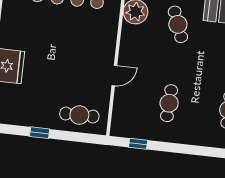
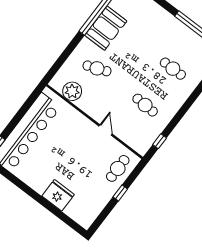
window: (40, 133) -> (120, 193), moved

